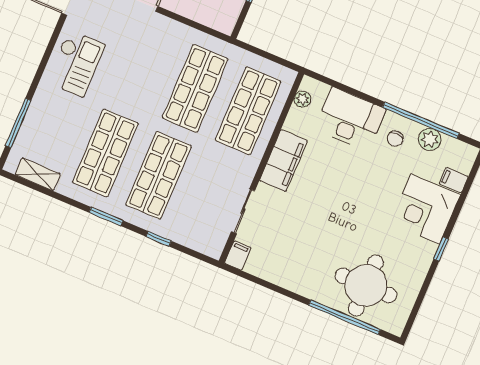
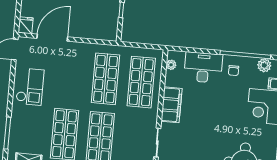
plant: (430, 139) -> (264, 65), moved

